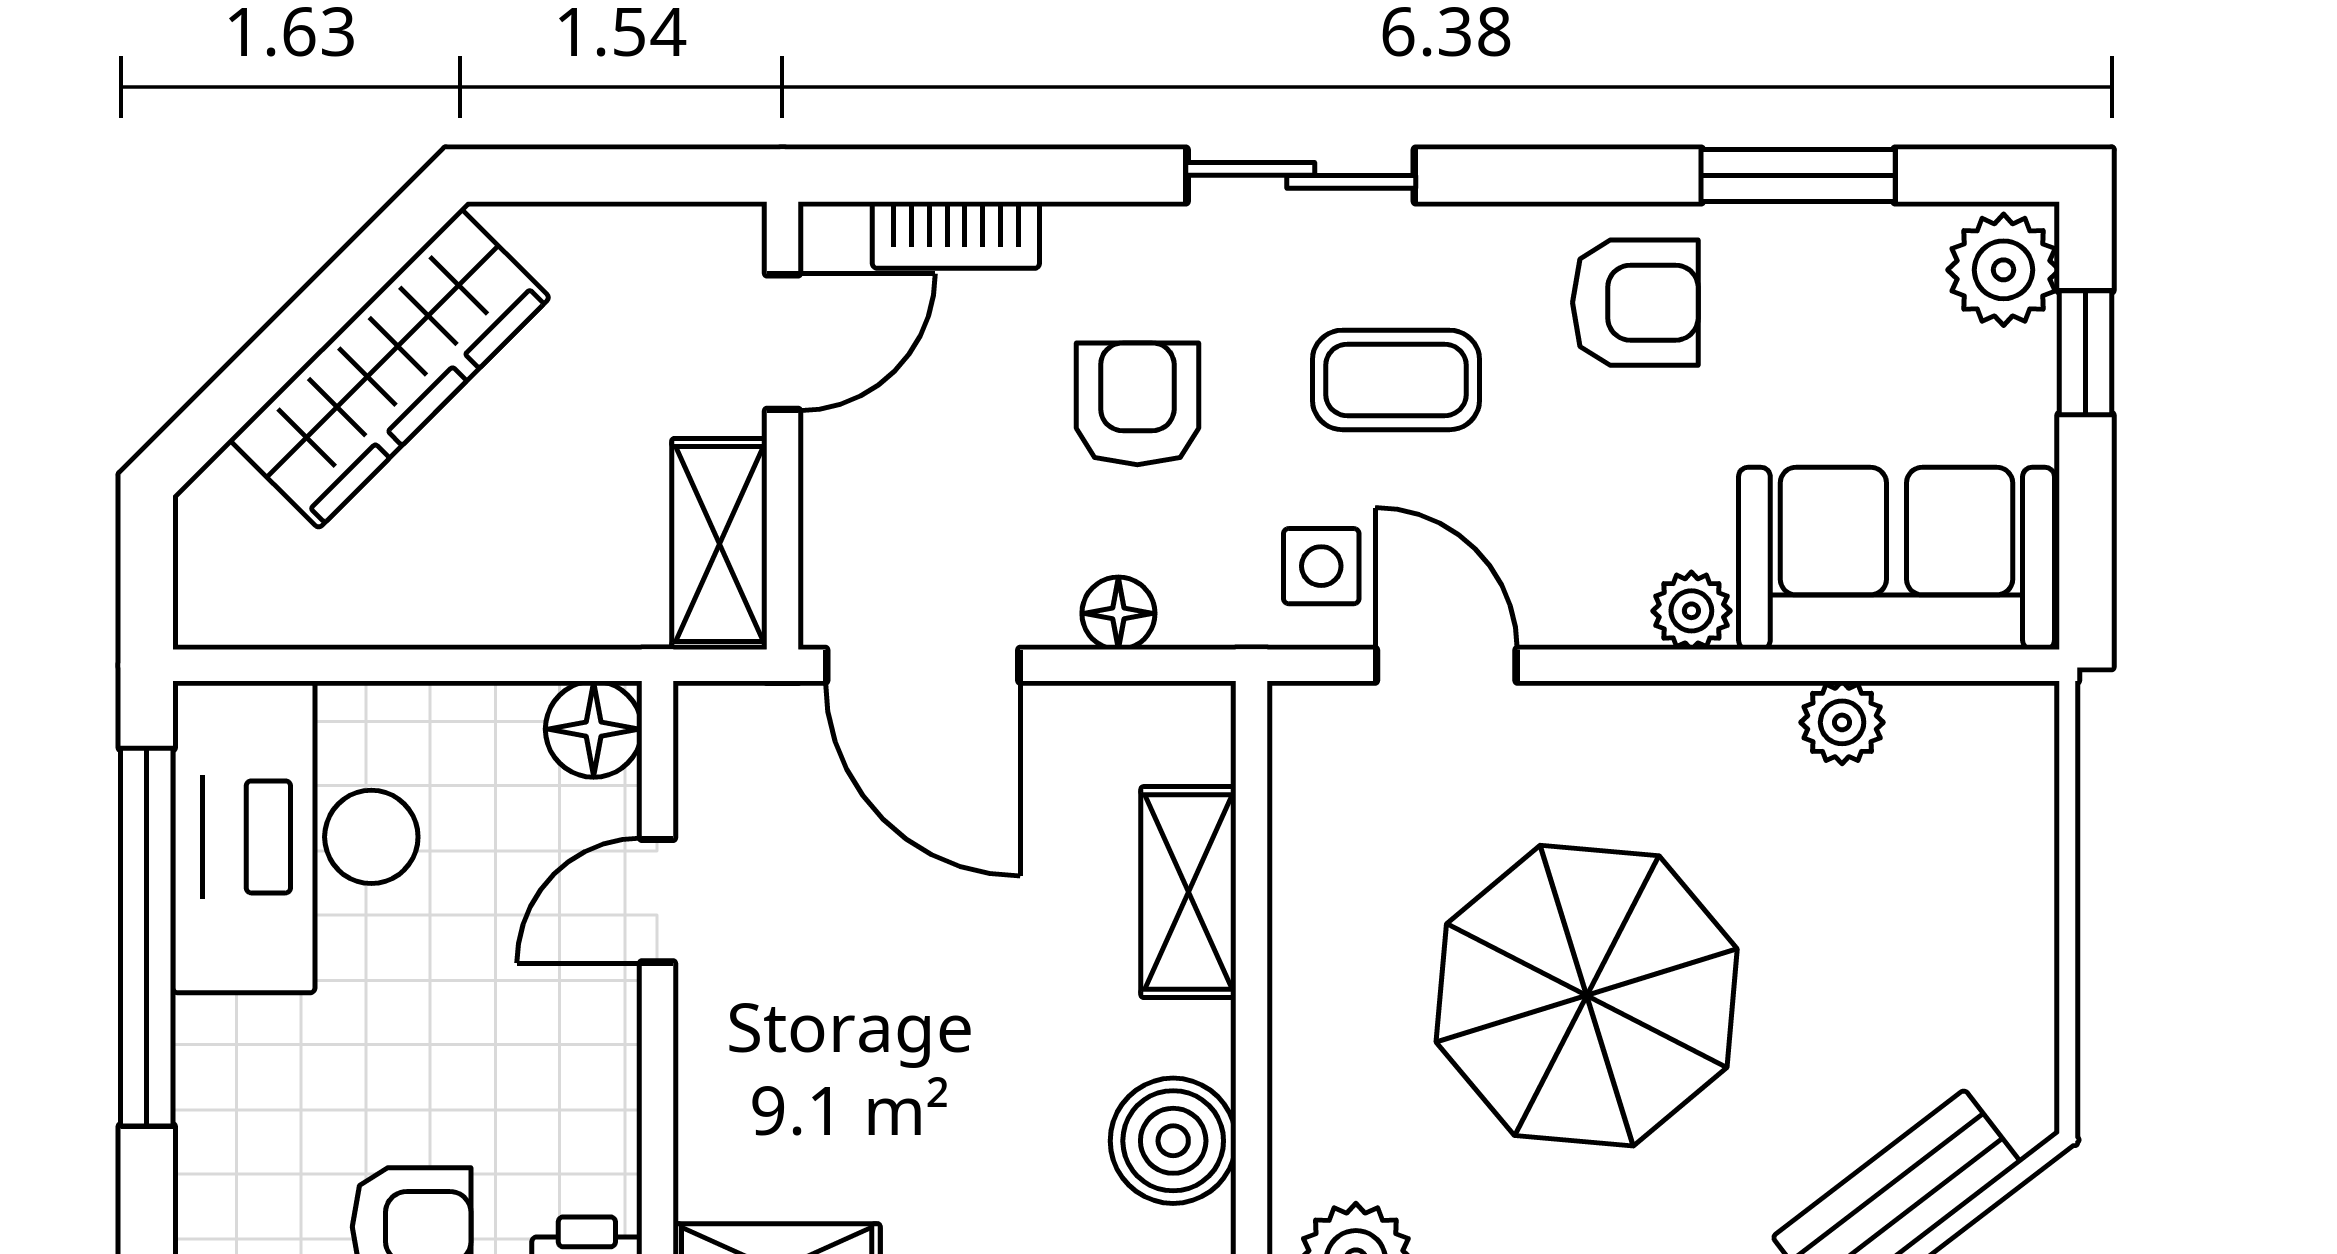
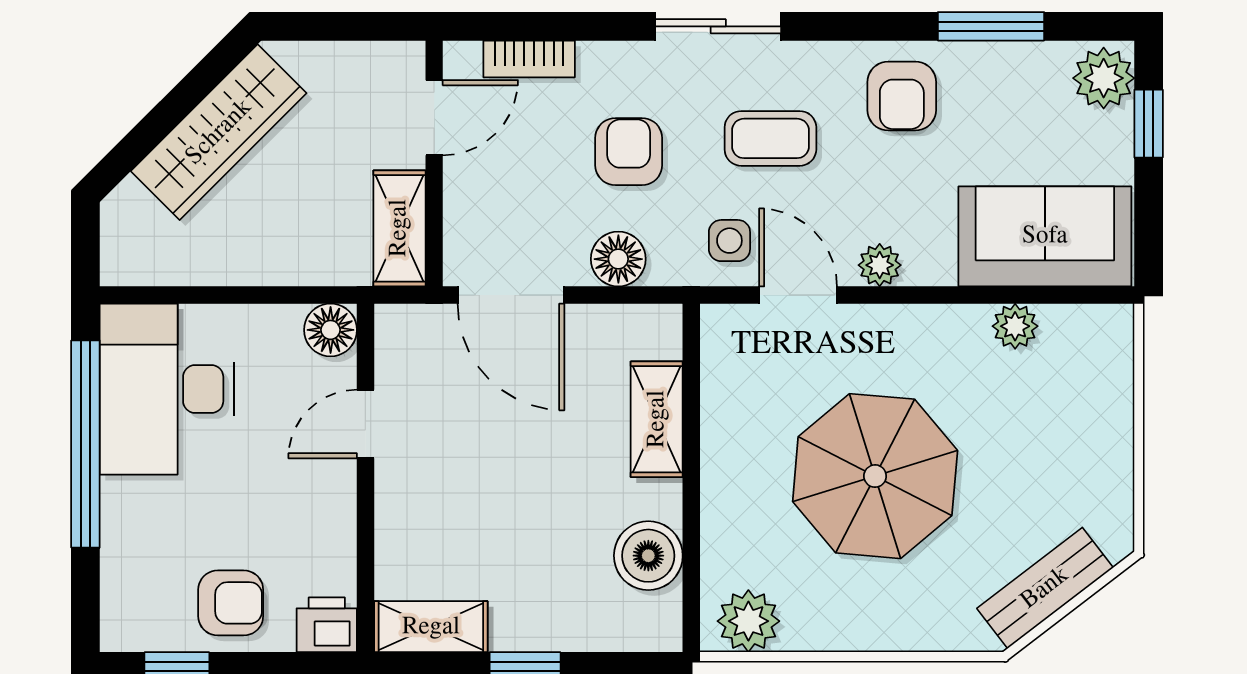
armchair: (1635, 303) -> (902, 96), turned 90
plant: (1691, 611) -> (880, 265), moved
floor lamp: (1118, 613) -> (618, 259), width x1.37, depth x1.37

